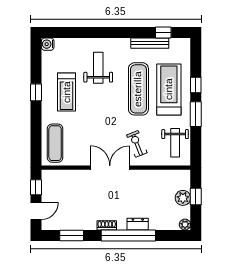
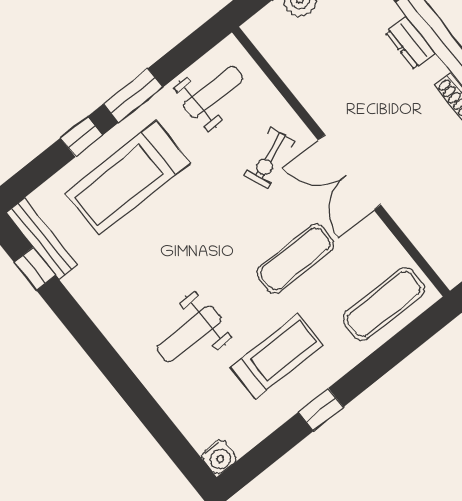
bench: (150, 43) -> (42, 239), moved
exercise mat: (138, 89) -> (295, 259), moved, width x0.73, depth x0.69

